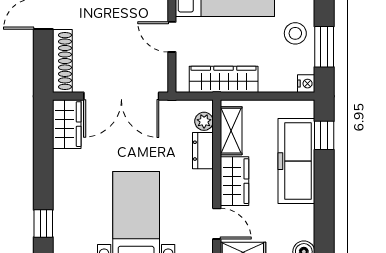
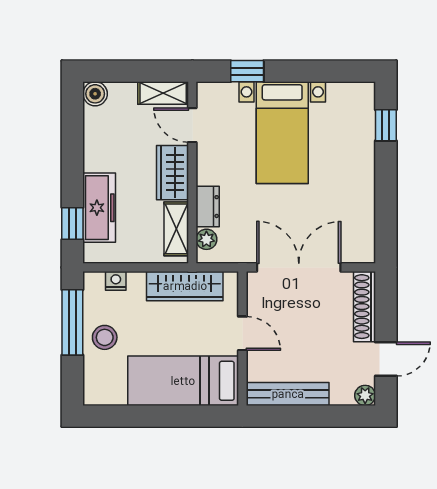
window: (324, 47) -> (72, 322), width x1.44
nightstand: (306, 84) -> (116, 281), moved, turned 90
wardrobe: (67, 124) -> (360, 236), removed
freezer: (296, 161) -> (99, 208), width x0.73, depth x0.79

